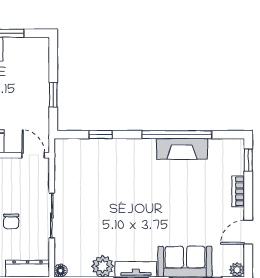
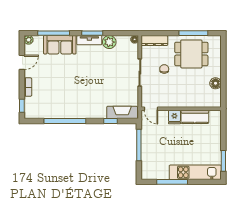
window: (53, 95) -> (139, 145), width x2.17
fireplace: (182, 149) -> (122, 112), moved

